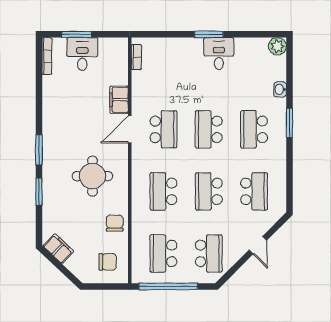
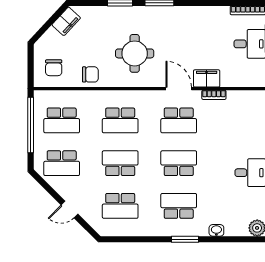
bookcase: (136, 57) -> (214, 95), moved
school desk: (163, 191) -> (120, 120), turned 180
school desk: (163, 253) -> (62, 120), turned 180

